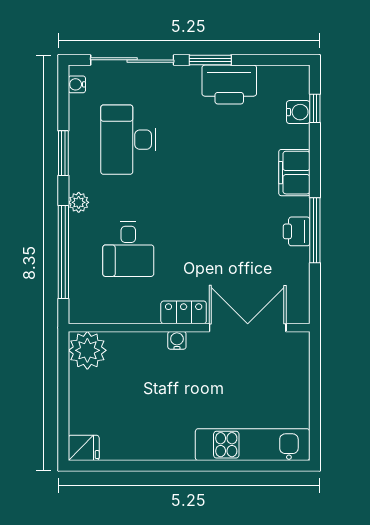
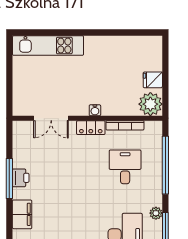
plant: (79, 202) -> (156, 213), moved
bookcase: (128, 316) -> (125, 125), added
double door: (248, 328) -> (51, 118), width x0.73
fridge: (84, 448) -> (153, 80), moved

